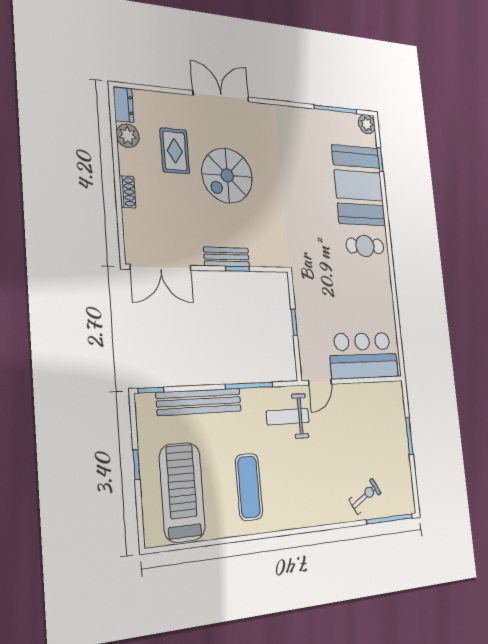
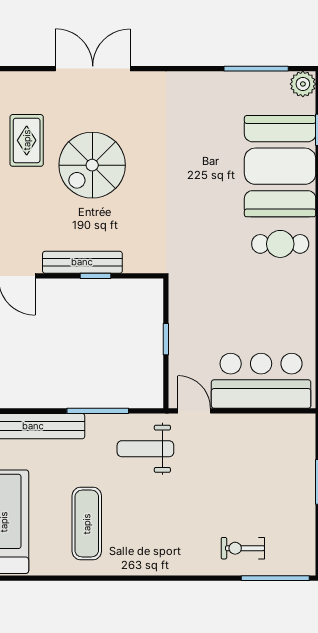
bench: (227, 257) -> (82, 262), width x1.36
door: (320, 382) -> (194, 411), swing flipped
exercise bike: (365, 496) -> (243, 548), turned -149

